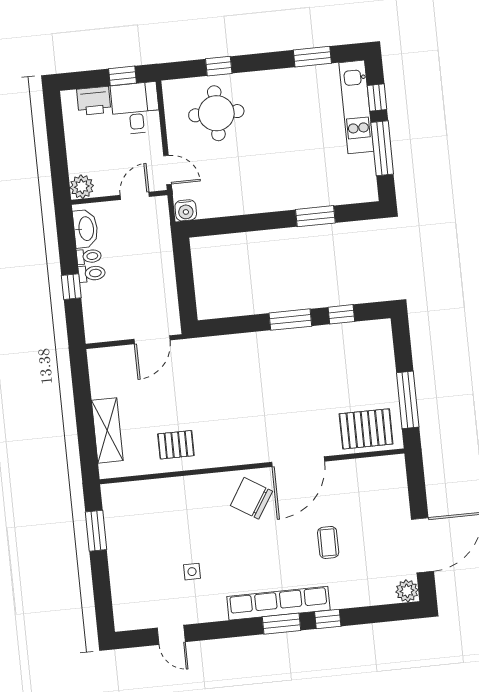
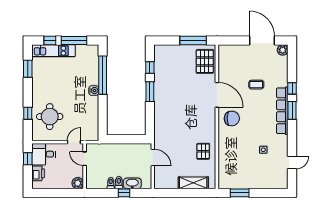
water cooler: (186, 210) -> (94, 91), moved
window: (315, 216) -> (103, 75), width x2.11
washbasin: (86, 229) -> (132, 183), moved
chair: (251, 498) -> (232, 118), turned -122

